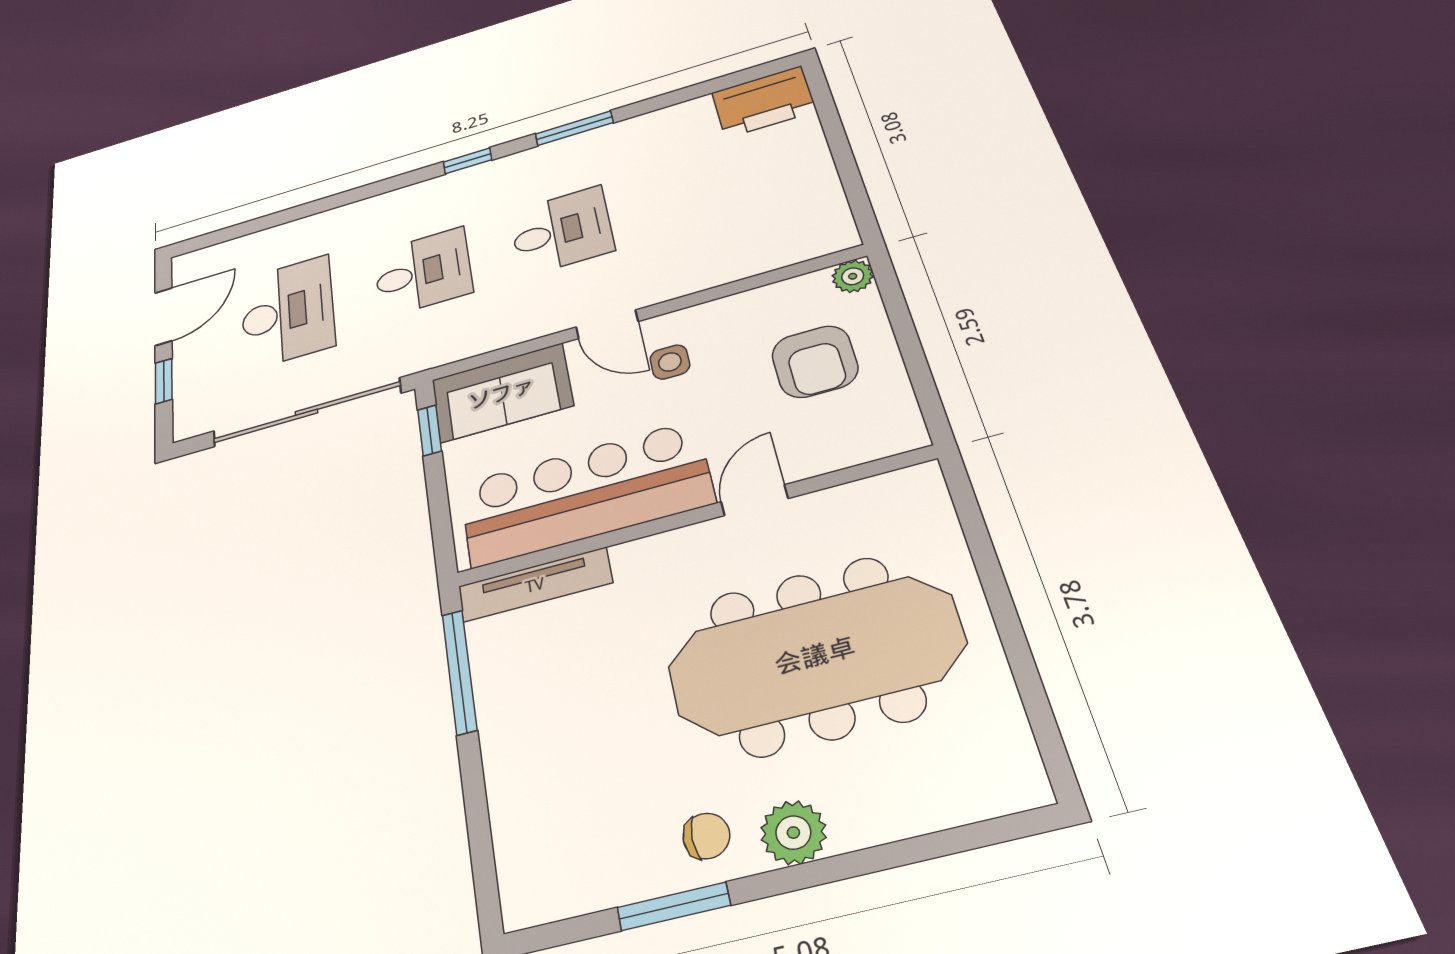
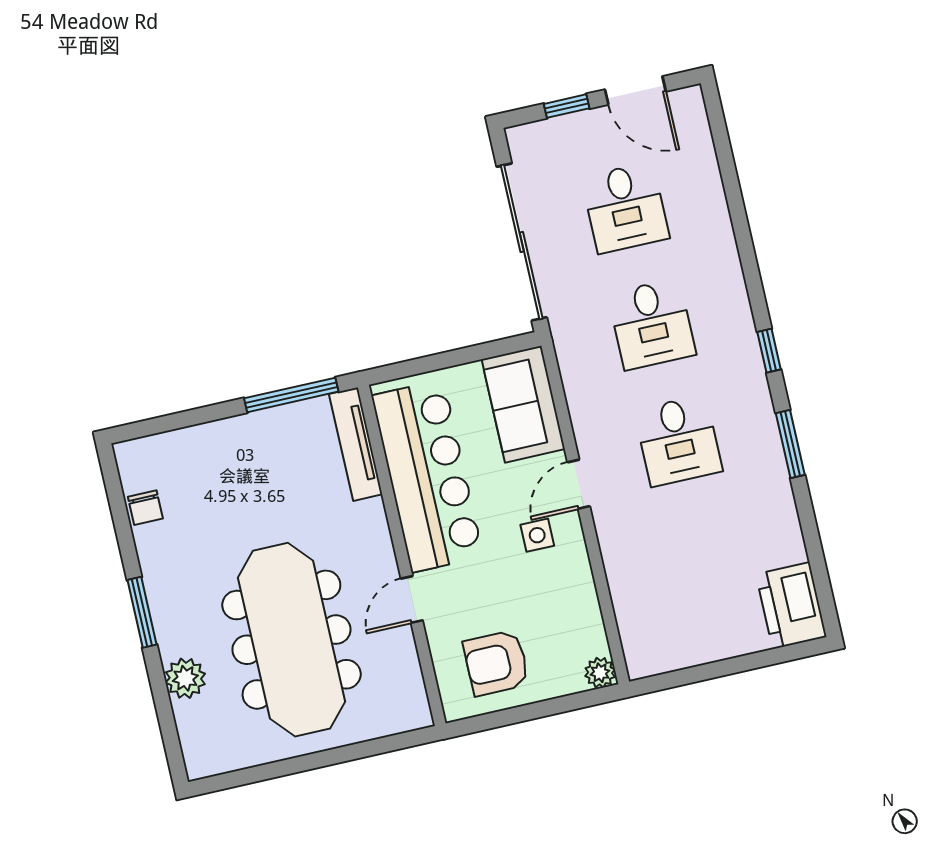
desk: (288, 312) -> (625, 208), width x0.73
armchair: (815, 362) -> (496, 663), moved
window: (430, 430) -> (494, 349), removed
door: (754, 500) -> (412, 600), swing flipped
plant: (793, 833) -> (185, 678), moved
chair: (706, 836) -> (145, 508), moved
window: (674, 906) -> (142, 612), moved

